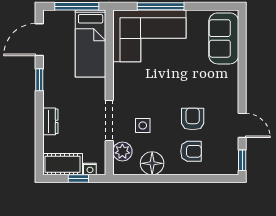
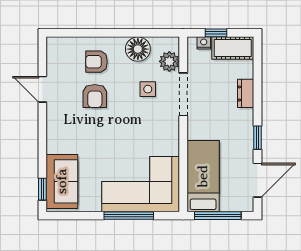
window: (242, 160) -> (42, 189), moved

